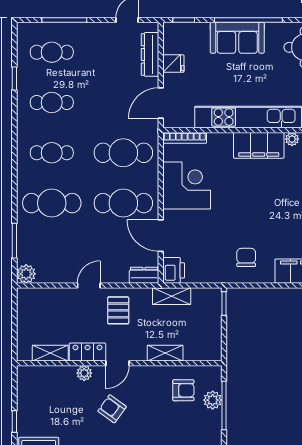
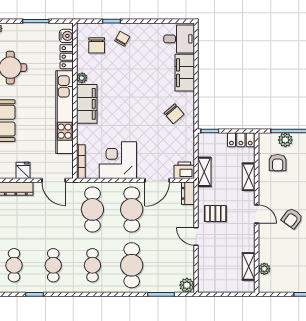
chair: (246, 257) -> (174, 114), turned -131
locker: (88, 352) -> (241, 140), moved, turned -90
plant: (84, 373) -> (264, 269), moved
armchair: (183, 390) -> (278, 163), turned 180

